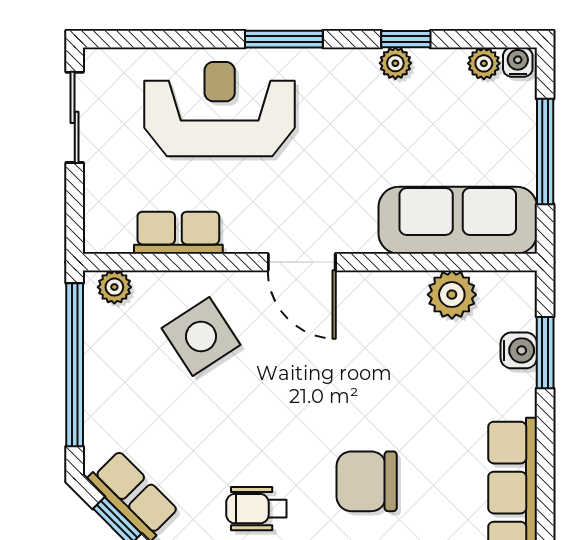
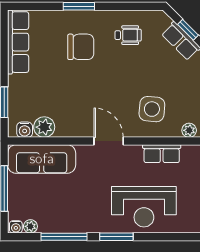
window: (406, 39) -> (64, 237), width x2.17
plant: (395, 63) -> (68, 226), removed
side table: (201, 336) -> (152, 109), turned 38
water cooler: (519, 350) -> (25, 130), moved, turned -90

